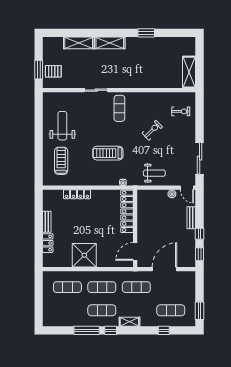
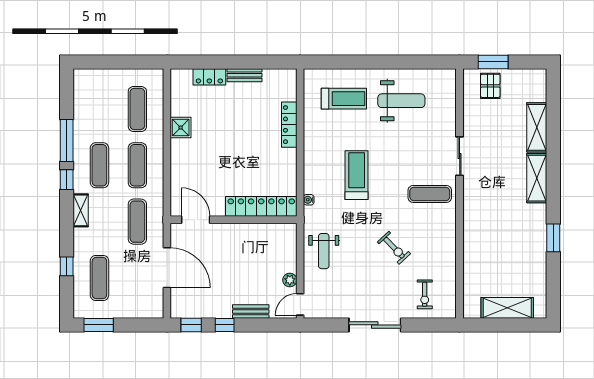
shelving: (189, 72) -> (507, 308), moved
sliding door: (200, 158) -> (375, 325), moved
shower: (84, 255) -> (181, 128), width x0.54, depth x0.54

